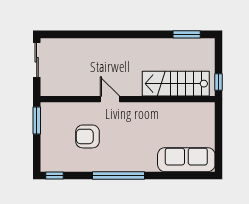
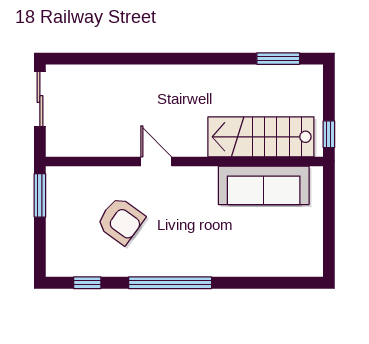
armchair: (88, 136) -> (121, 221), turned -144
sofa: (186, 160) -> (264, 185), moved, turned 180
window: (54, 175) -> (87, 283), moved

